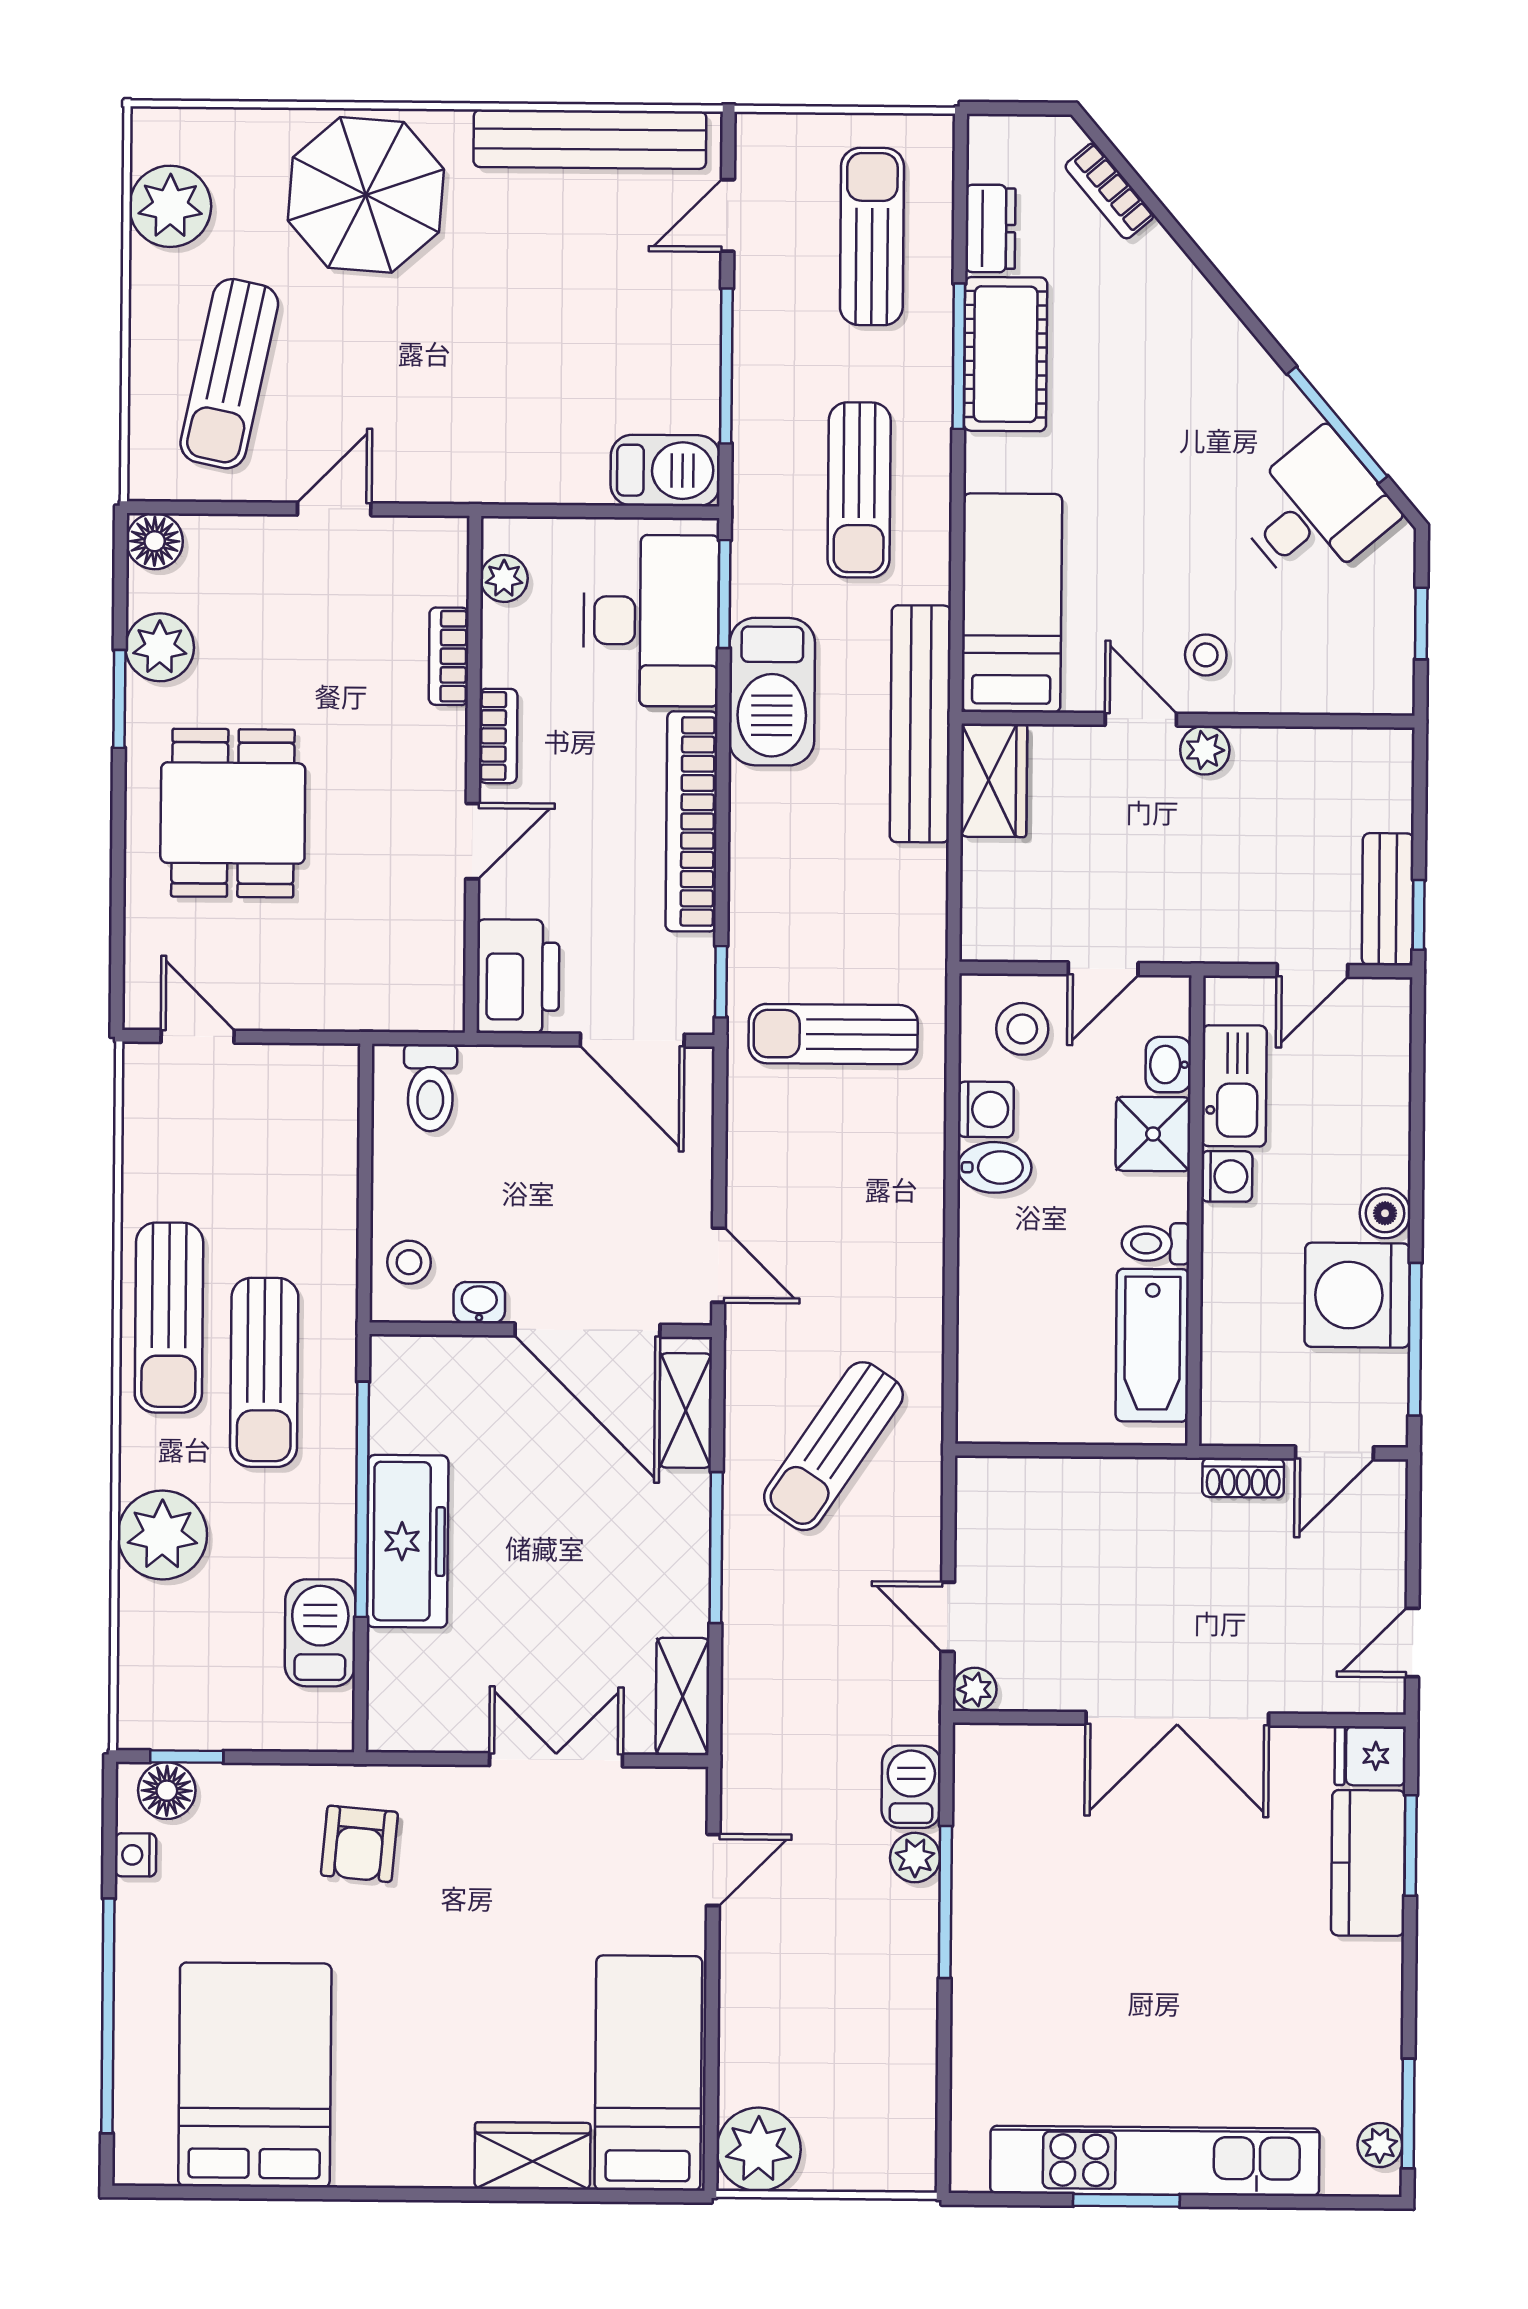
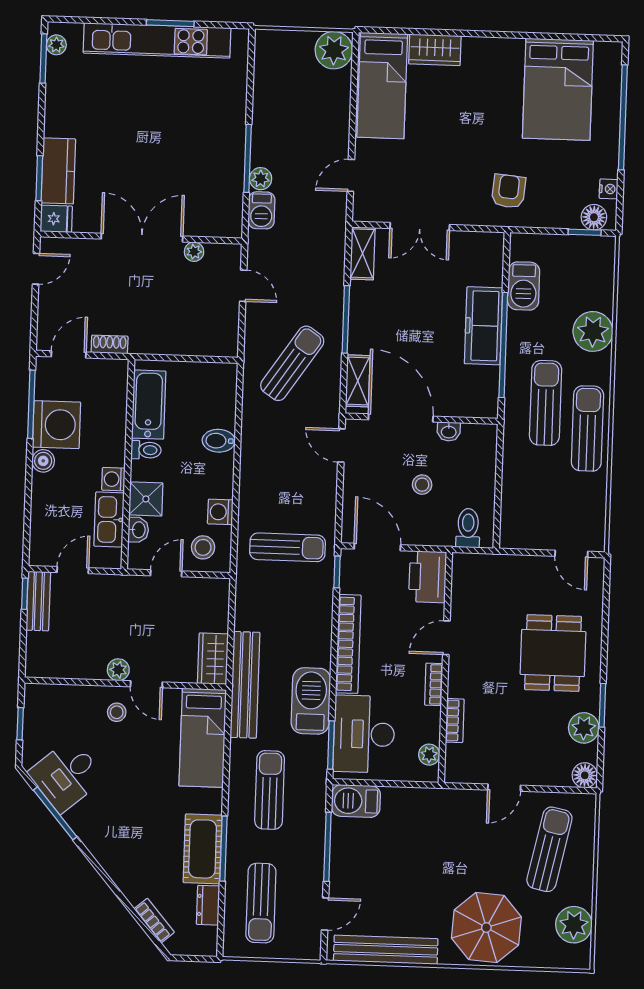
bidet: (994, 1167) -> (219, 441), moved
stool: (409, 1262) -> (422, 485), moved
plant: (975, 1689) -> (194, 252), moved

